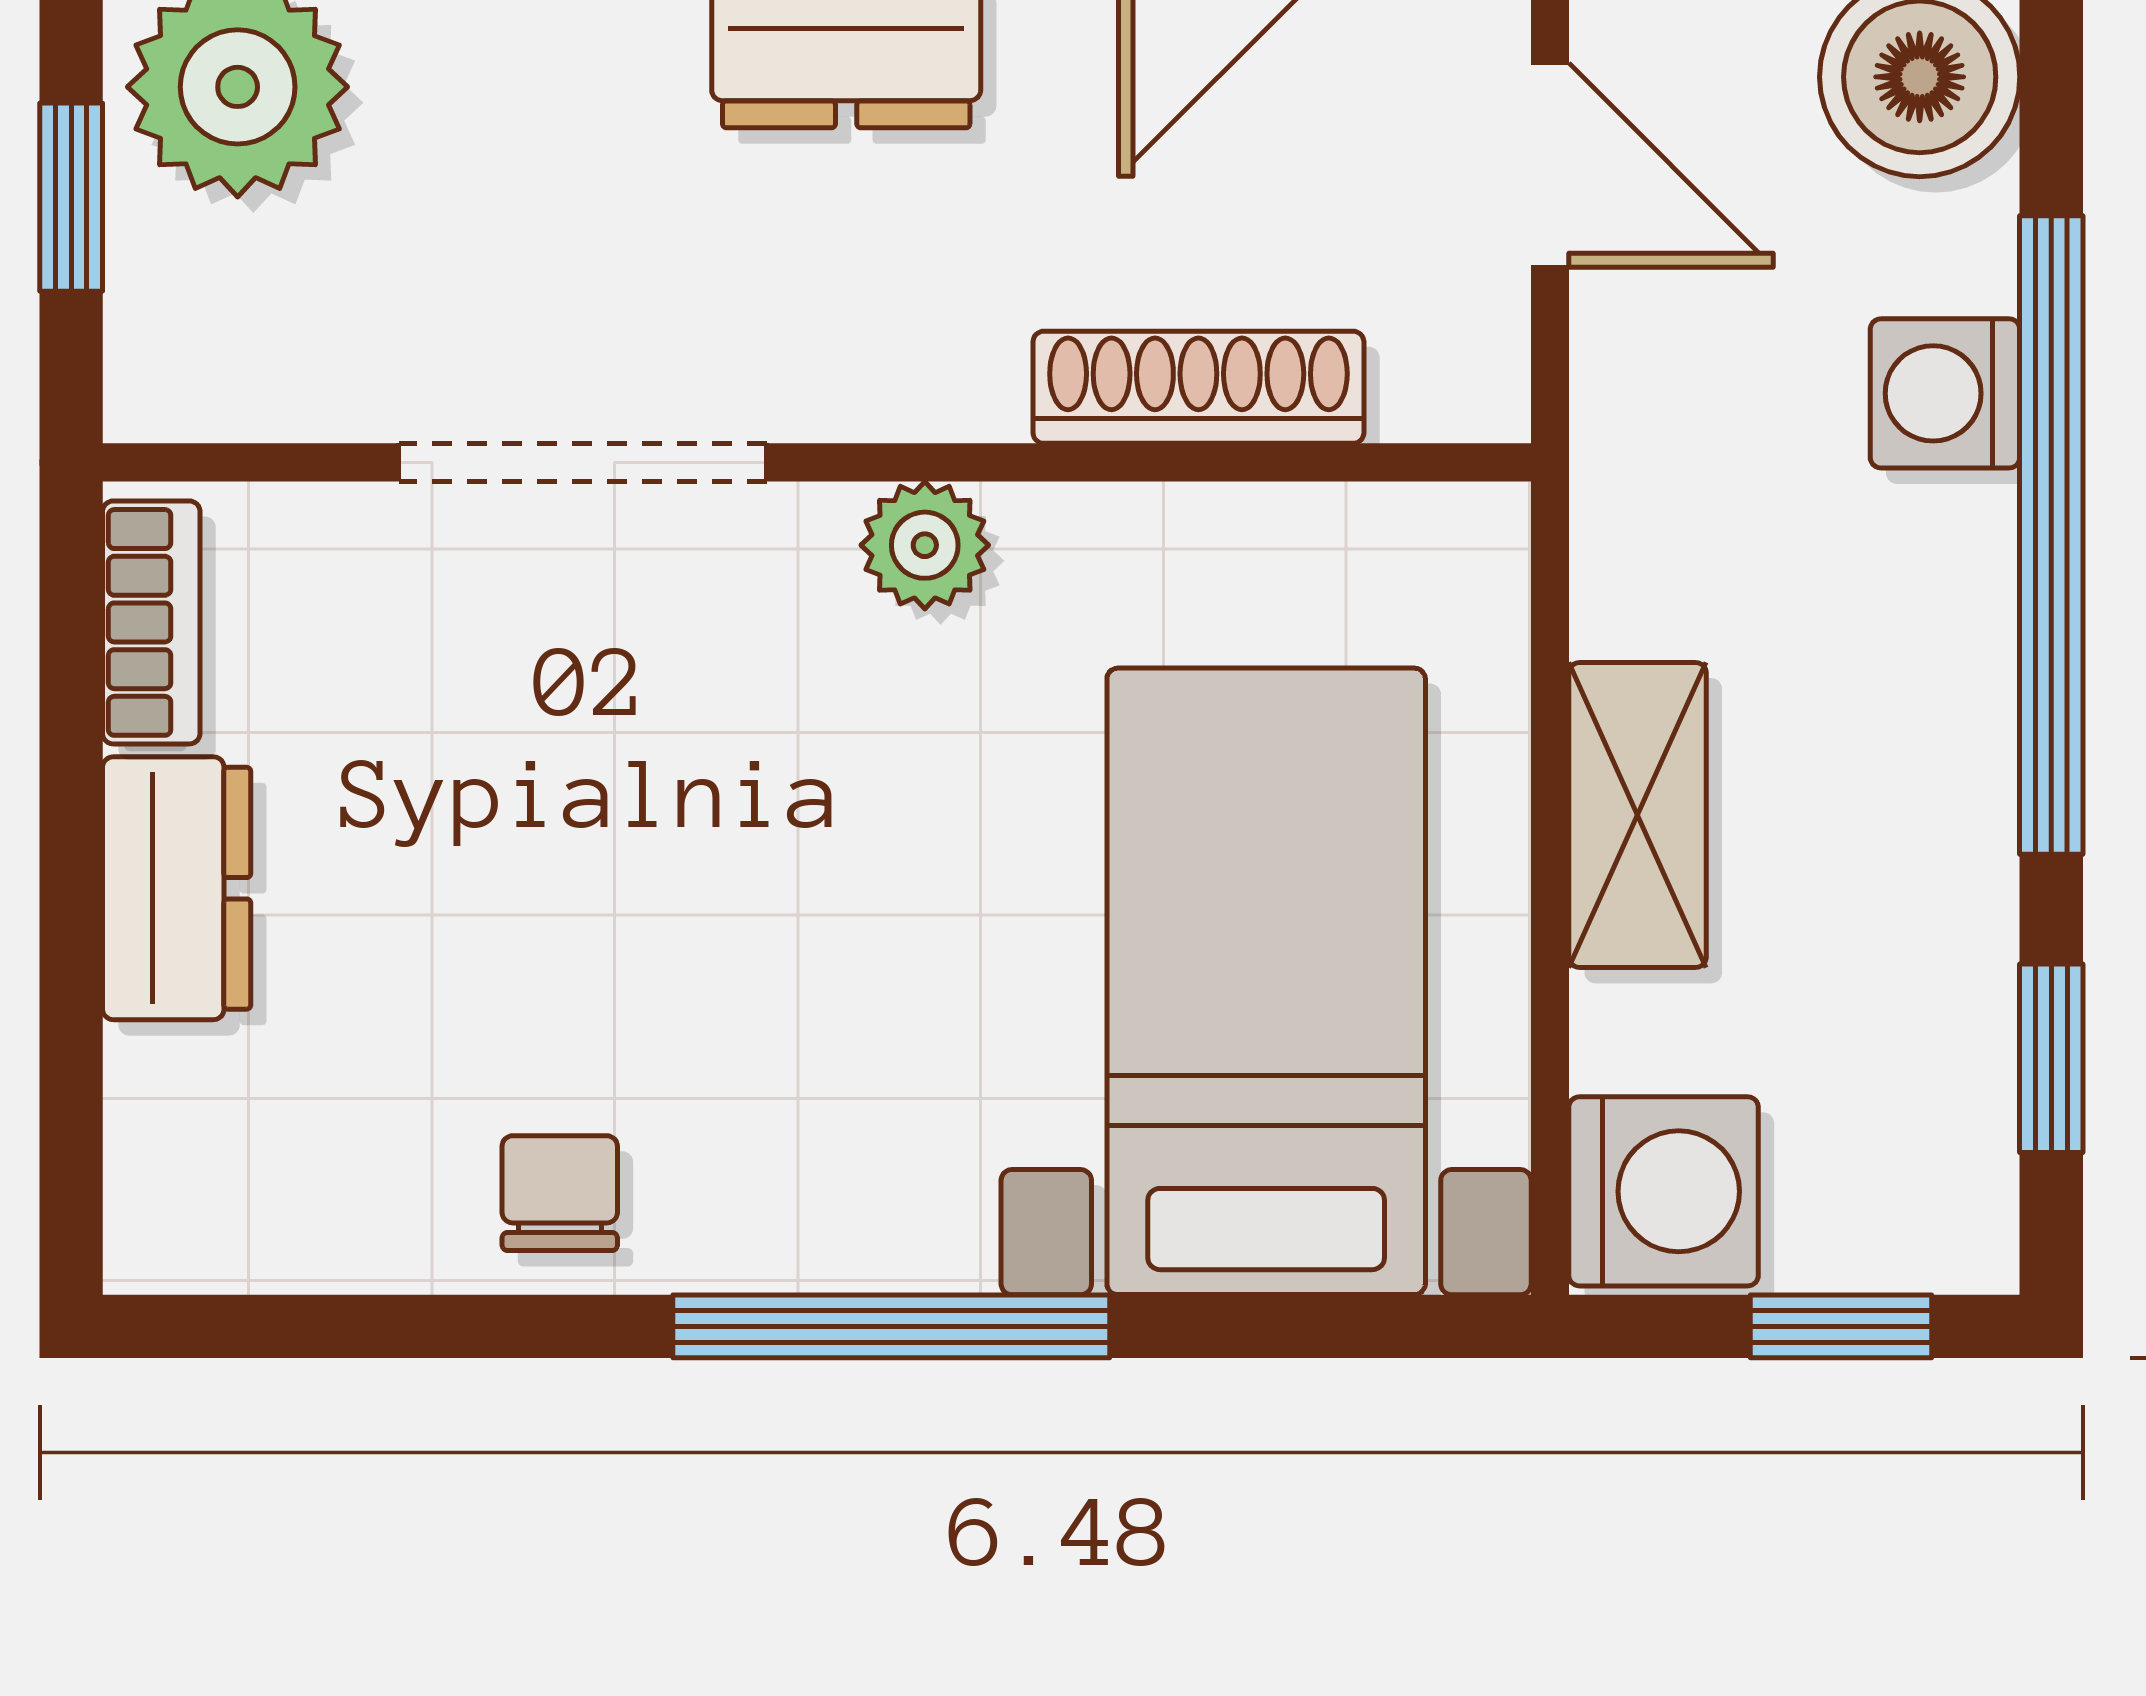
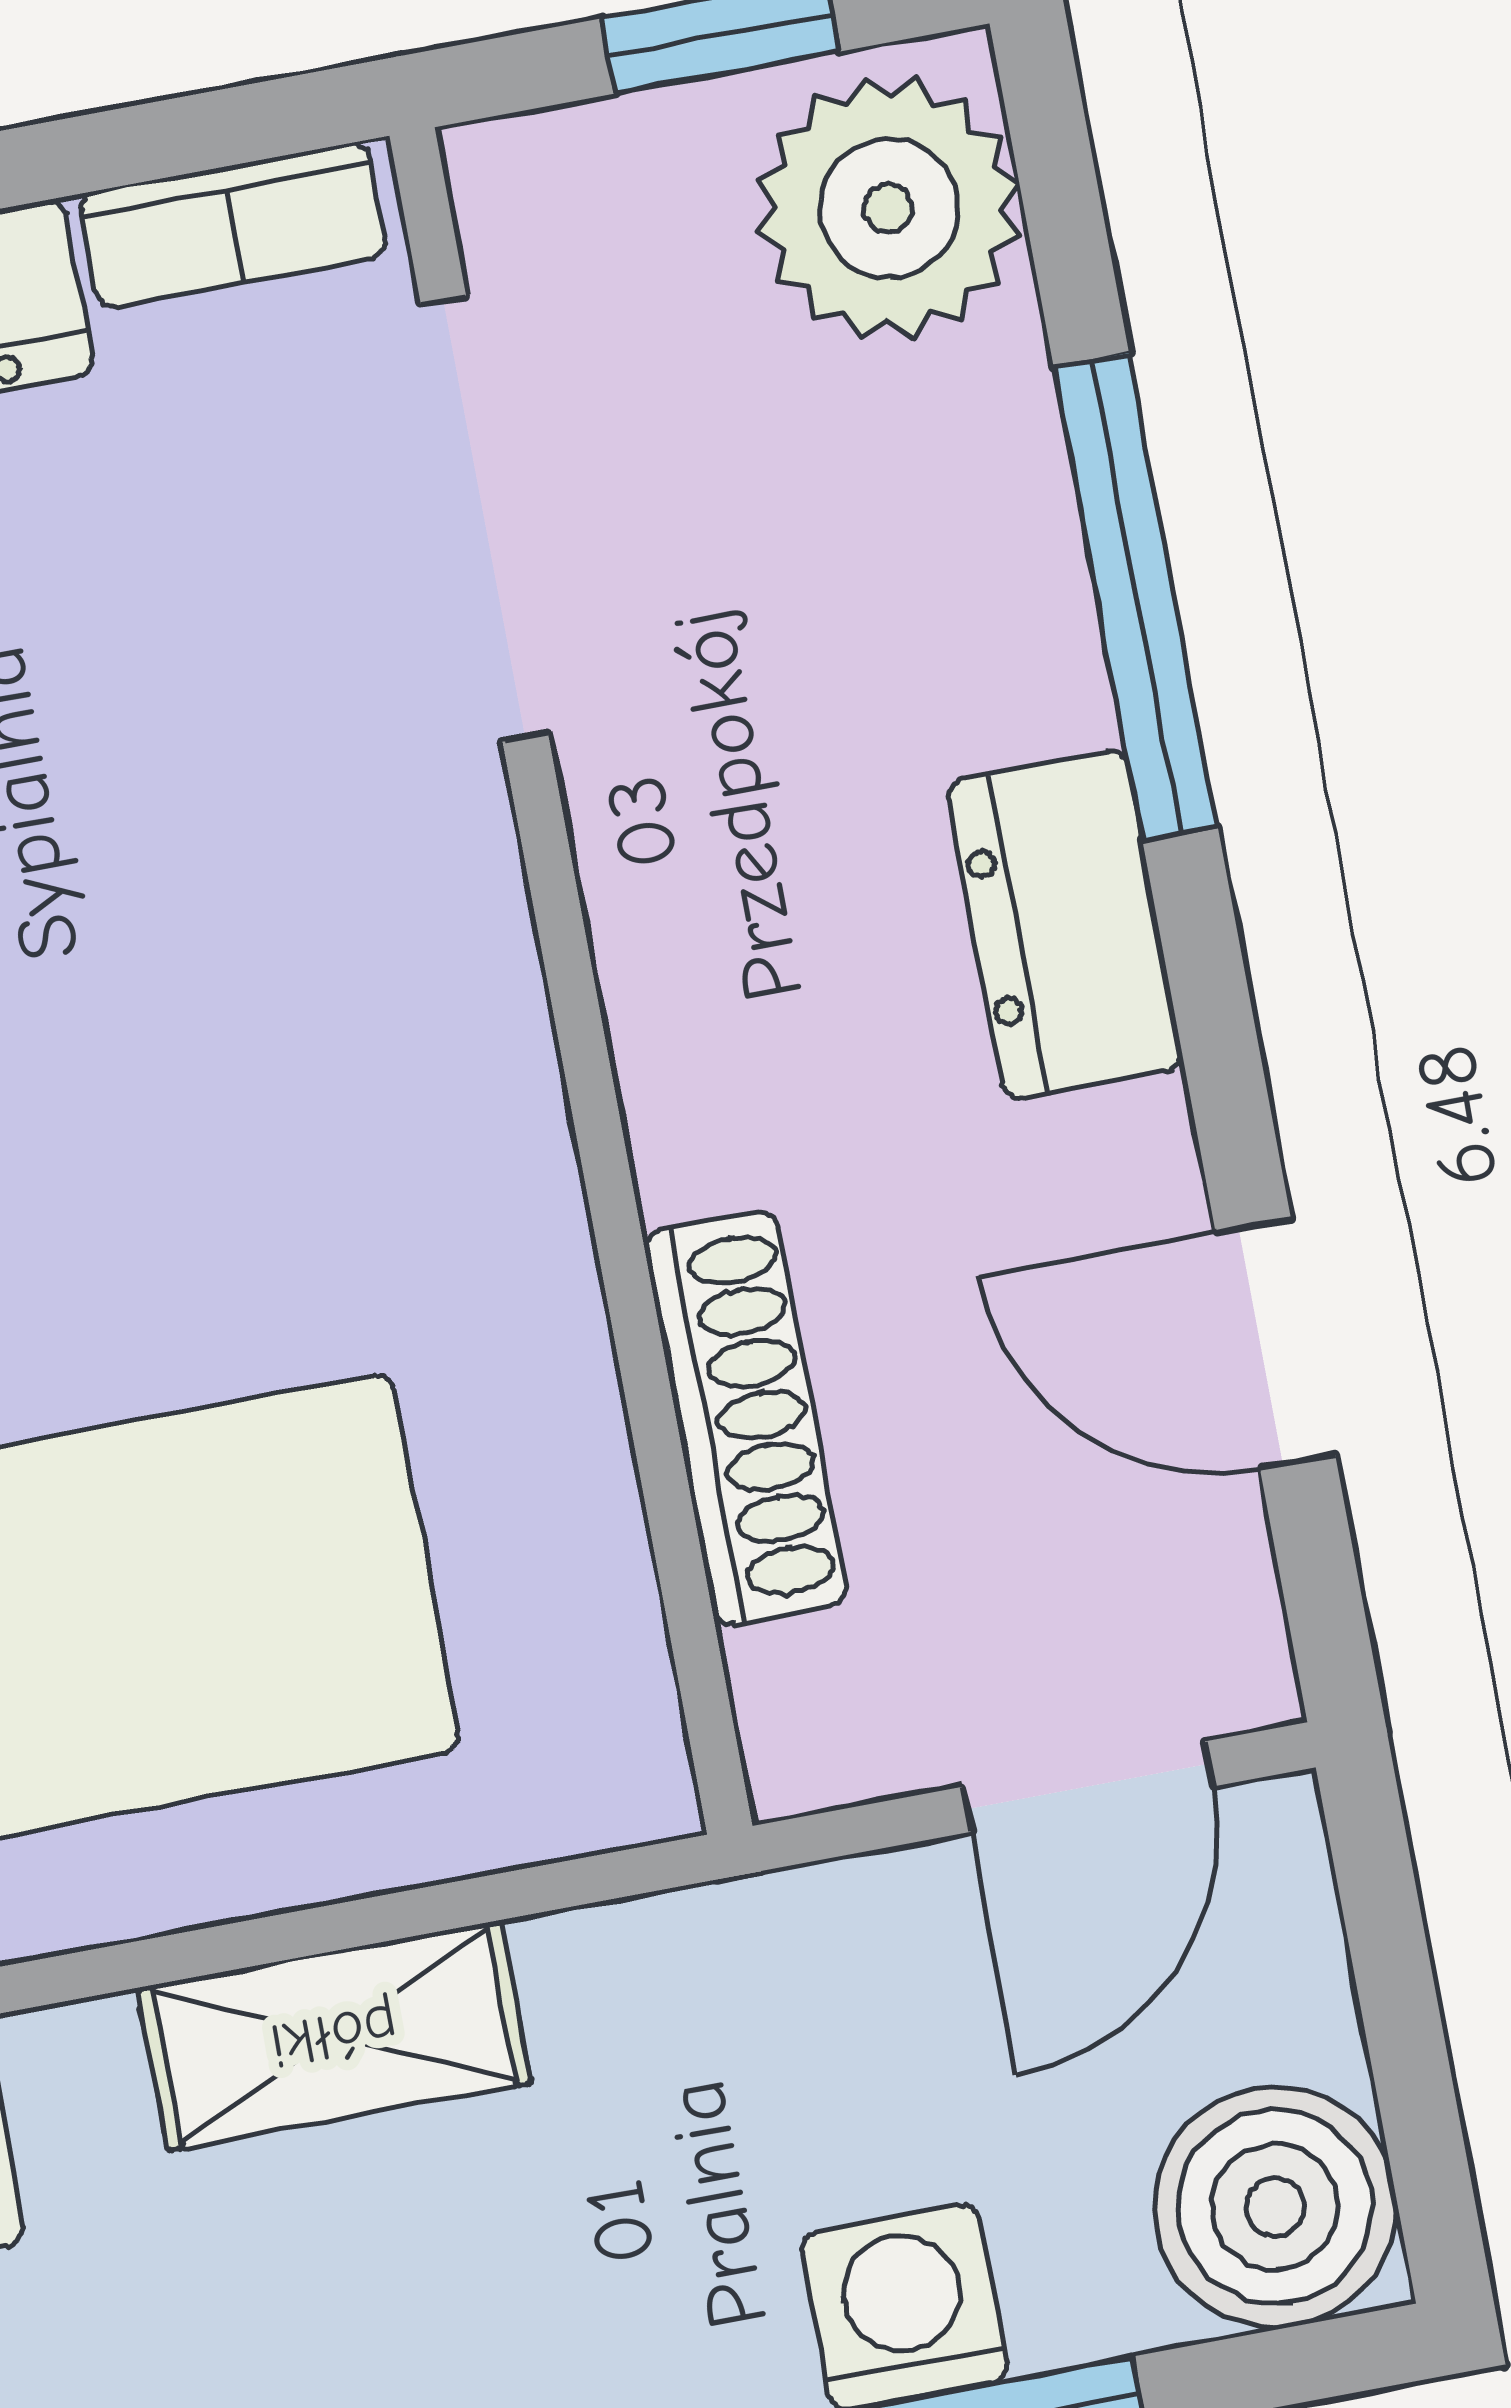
doorway: (583, 462) -> (484, 519), moved
plant: (925, 545) -> (497, 1128), removed

